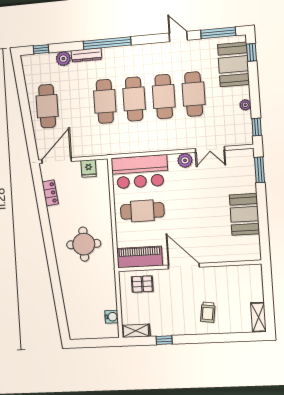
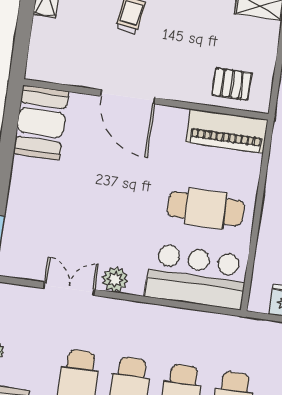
booth: (244, 214) -> (41, 122), moved
door: (184, 266) -> (128, 97), moved

